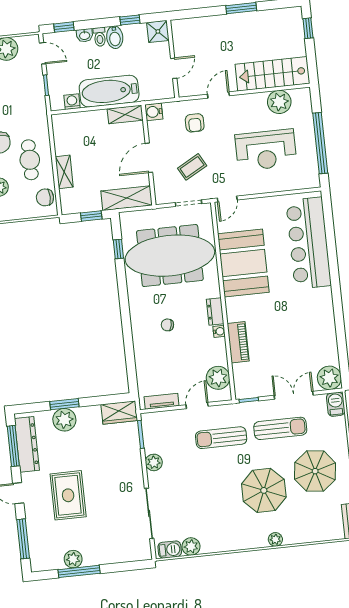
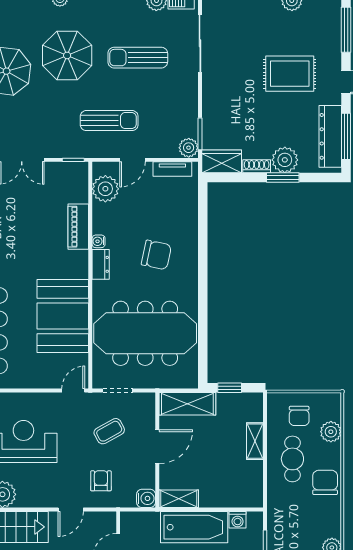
chair: (45, 197) -> (299, 416), moved, turned 90
window: (118, 249) -> (203, 347), removed
chair: (167, 325) -> (156, 255), width x1.87, depth x1.87
shoe rack: (88, 412) -> (257, 166), added
sun lounger: (280, 428) -> (138, 58), moved
plant: (154, 462) -> (189, 148), moved
rug: (68, 495) -> (290, 74), turned 90

